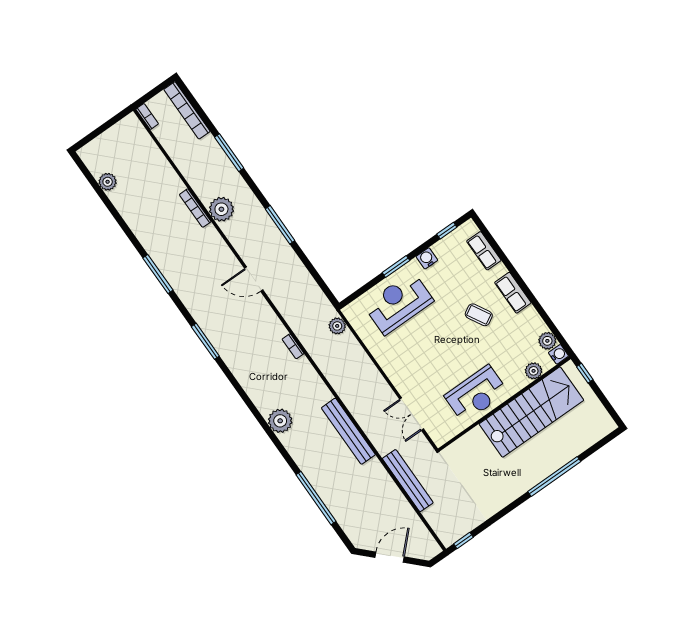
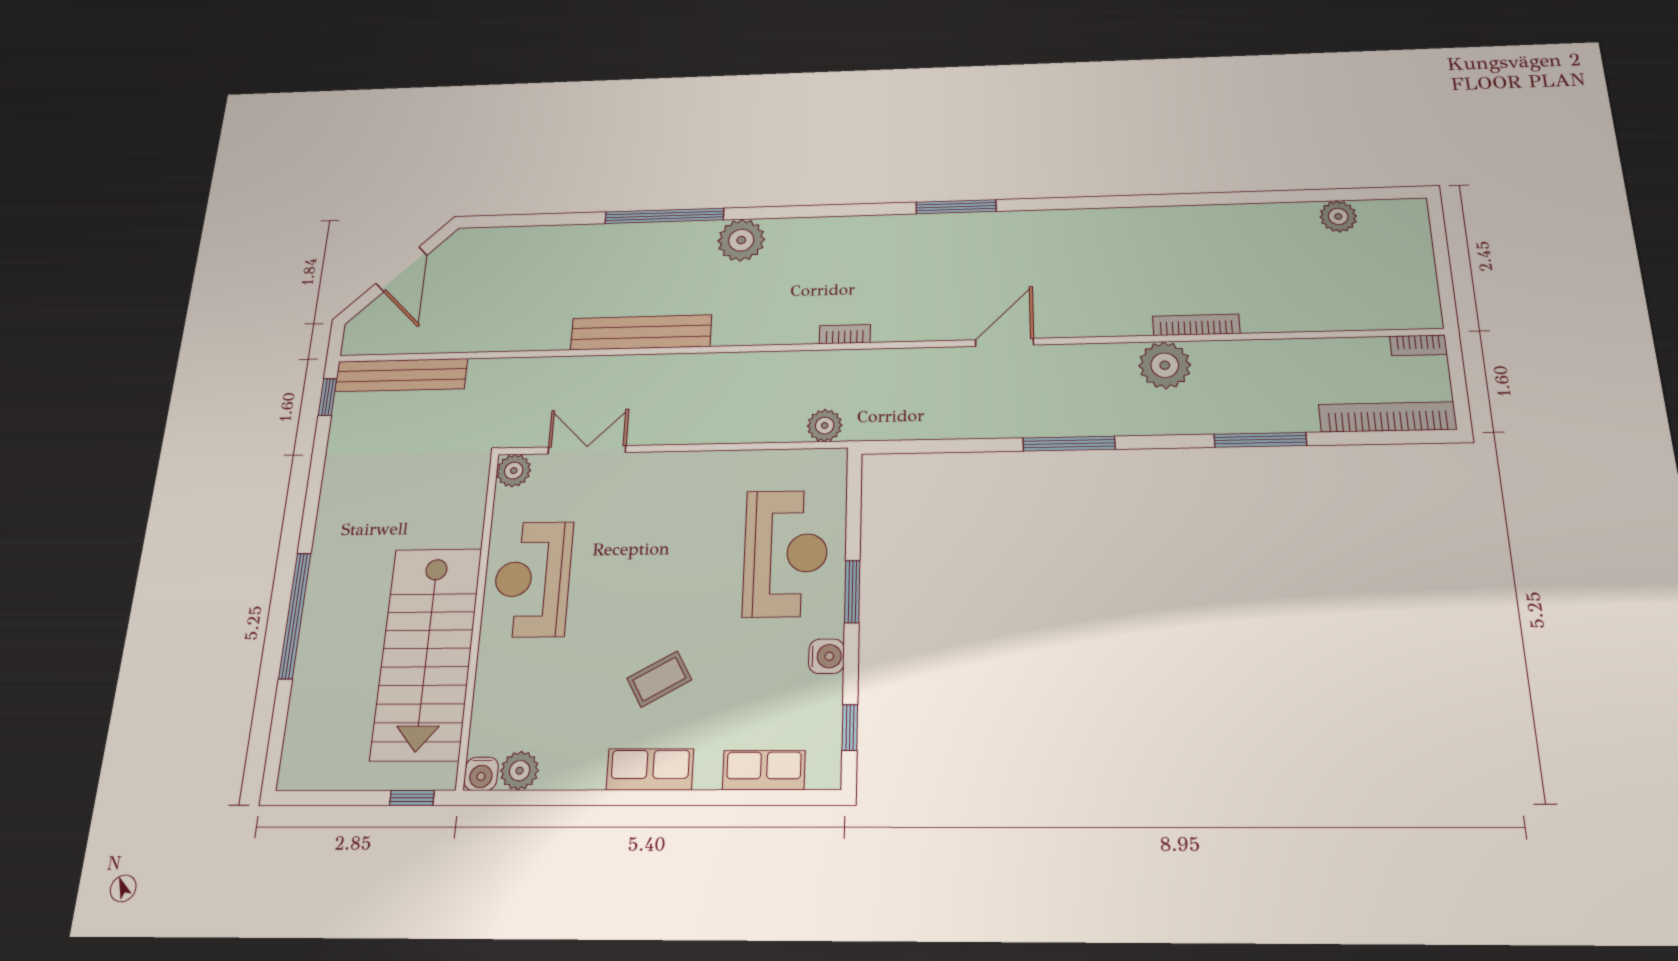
window: (158, 274) -> (1122, 202), removed
plant: (534, 371) -> (514, 471), moved
bench: (408, 481) -> (401, 375), moved
window: (316, 498) -> (664, 216), moved

